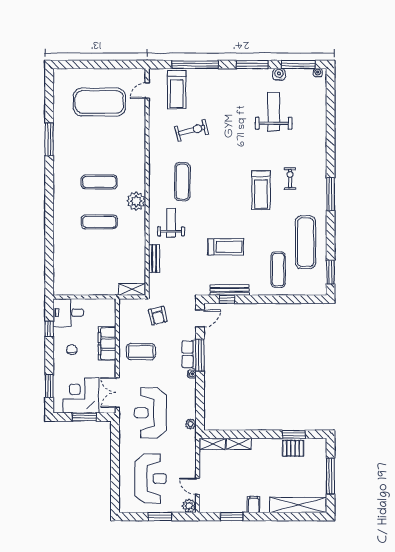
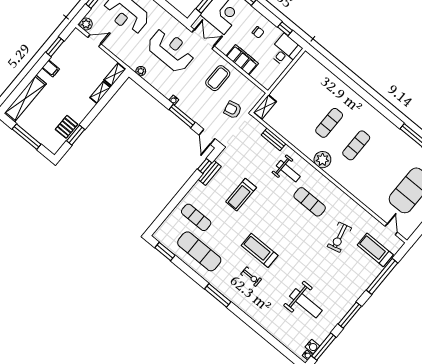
water cooler: (279, 74) -> (312, 346), moved
bench: (230, 290) -> (210, 173), width x0.73
row of seats: (189, 354) -> (189, 109), removed

